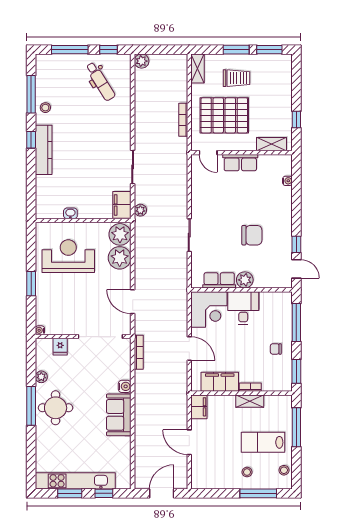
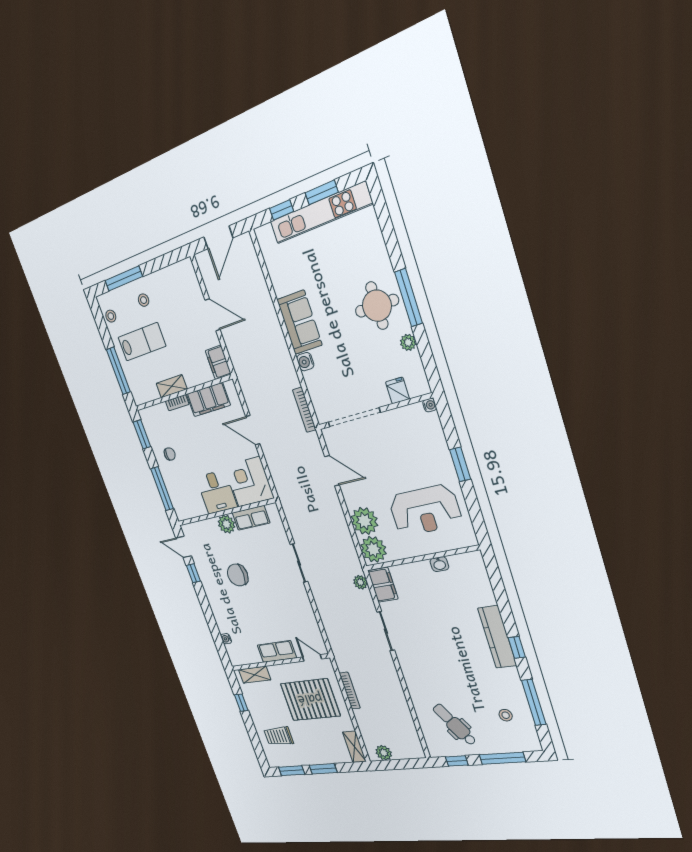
plant: (142, 61) -> (384, 753), moved
trolley: (237, 78) -> (279, 736), moved
stool: (45, 108) -> (506, 715), moved

